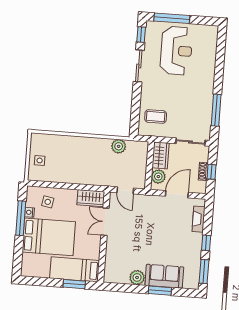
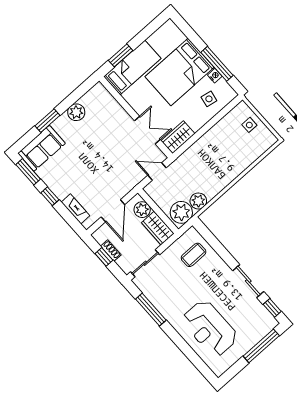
reception desk: (176, 51) -> (210, 328), moved
plant: (136, 150) -> (181, 212), added
sofa: (164, 276) -> (42, 148), moved

